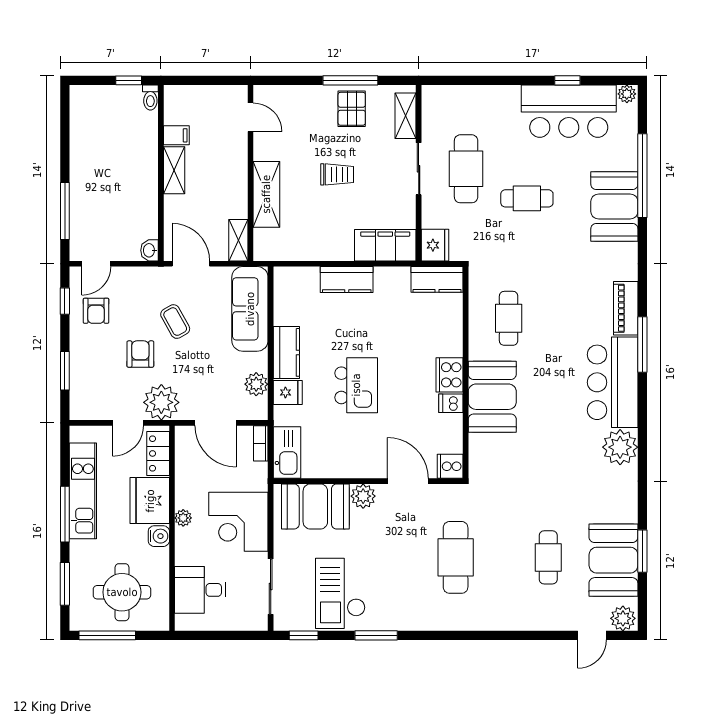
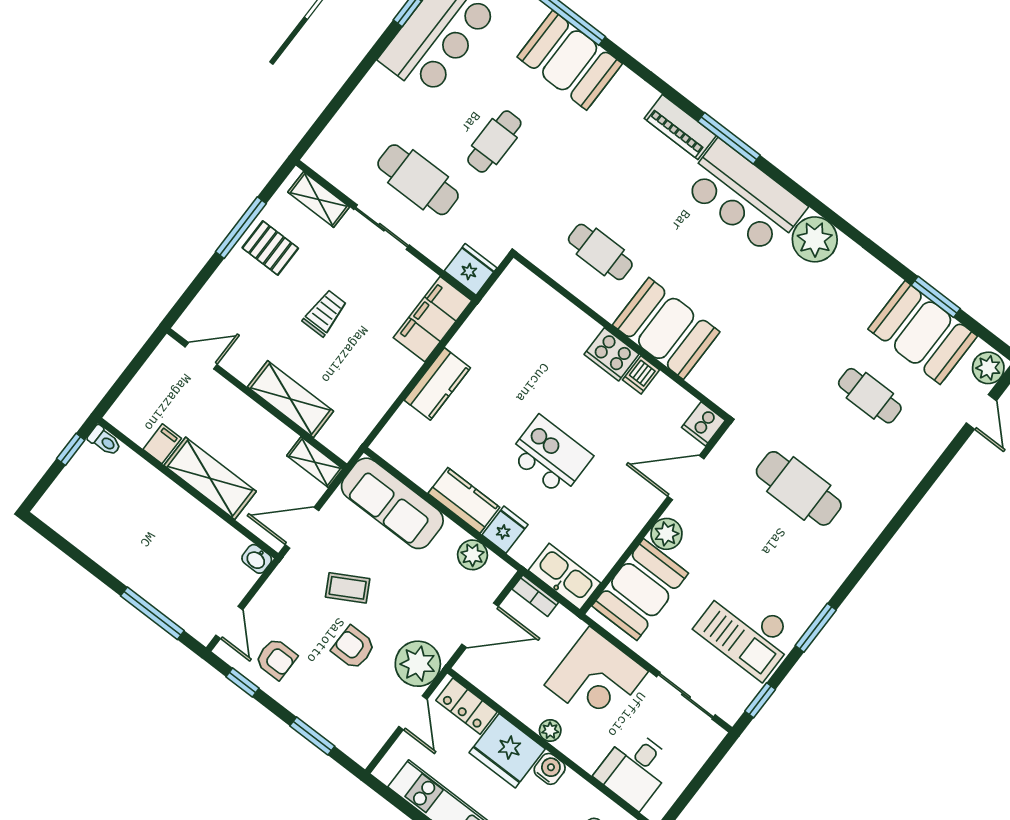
shelving: (174, 170) -> (210, 478), width x1.50, depth x1.33
kitchen counter: (437, 279) -> (506, 294), removed

